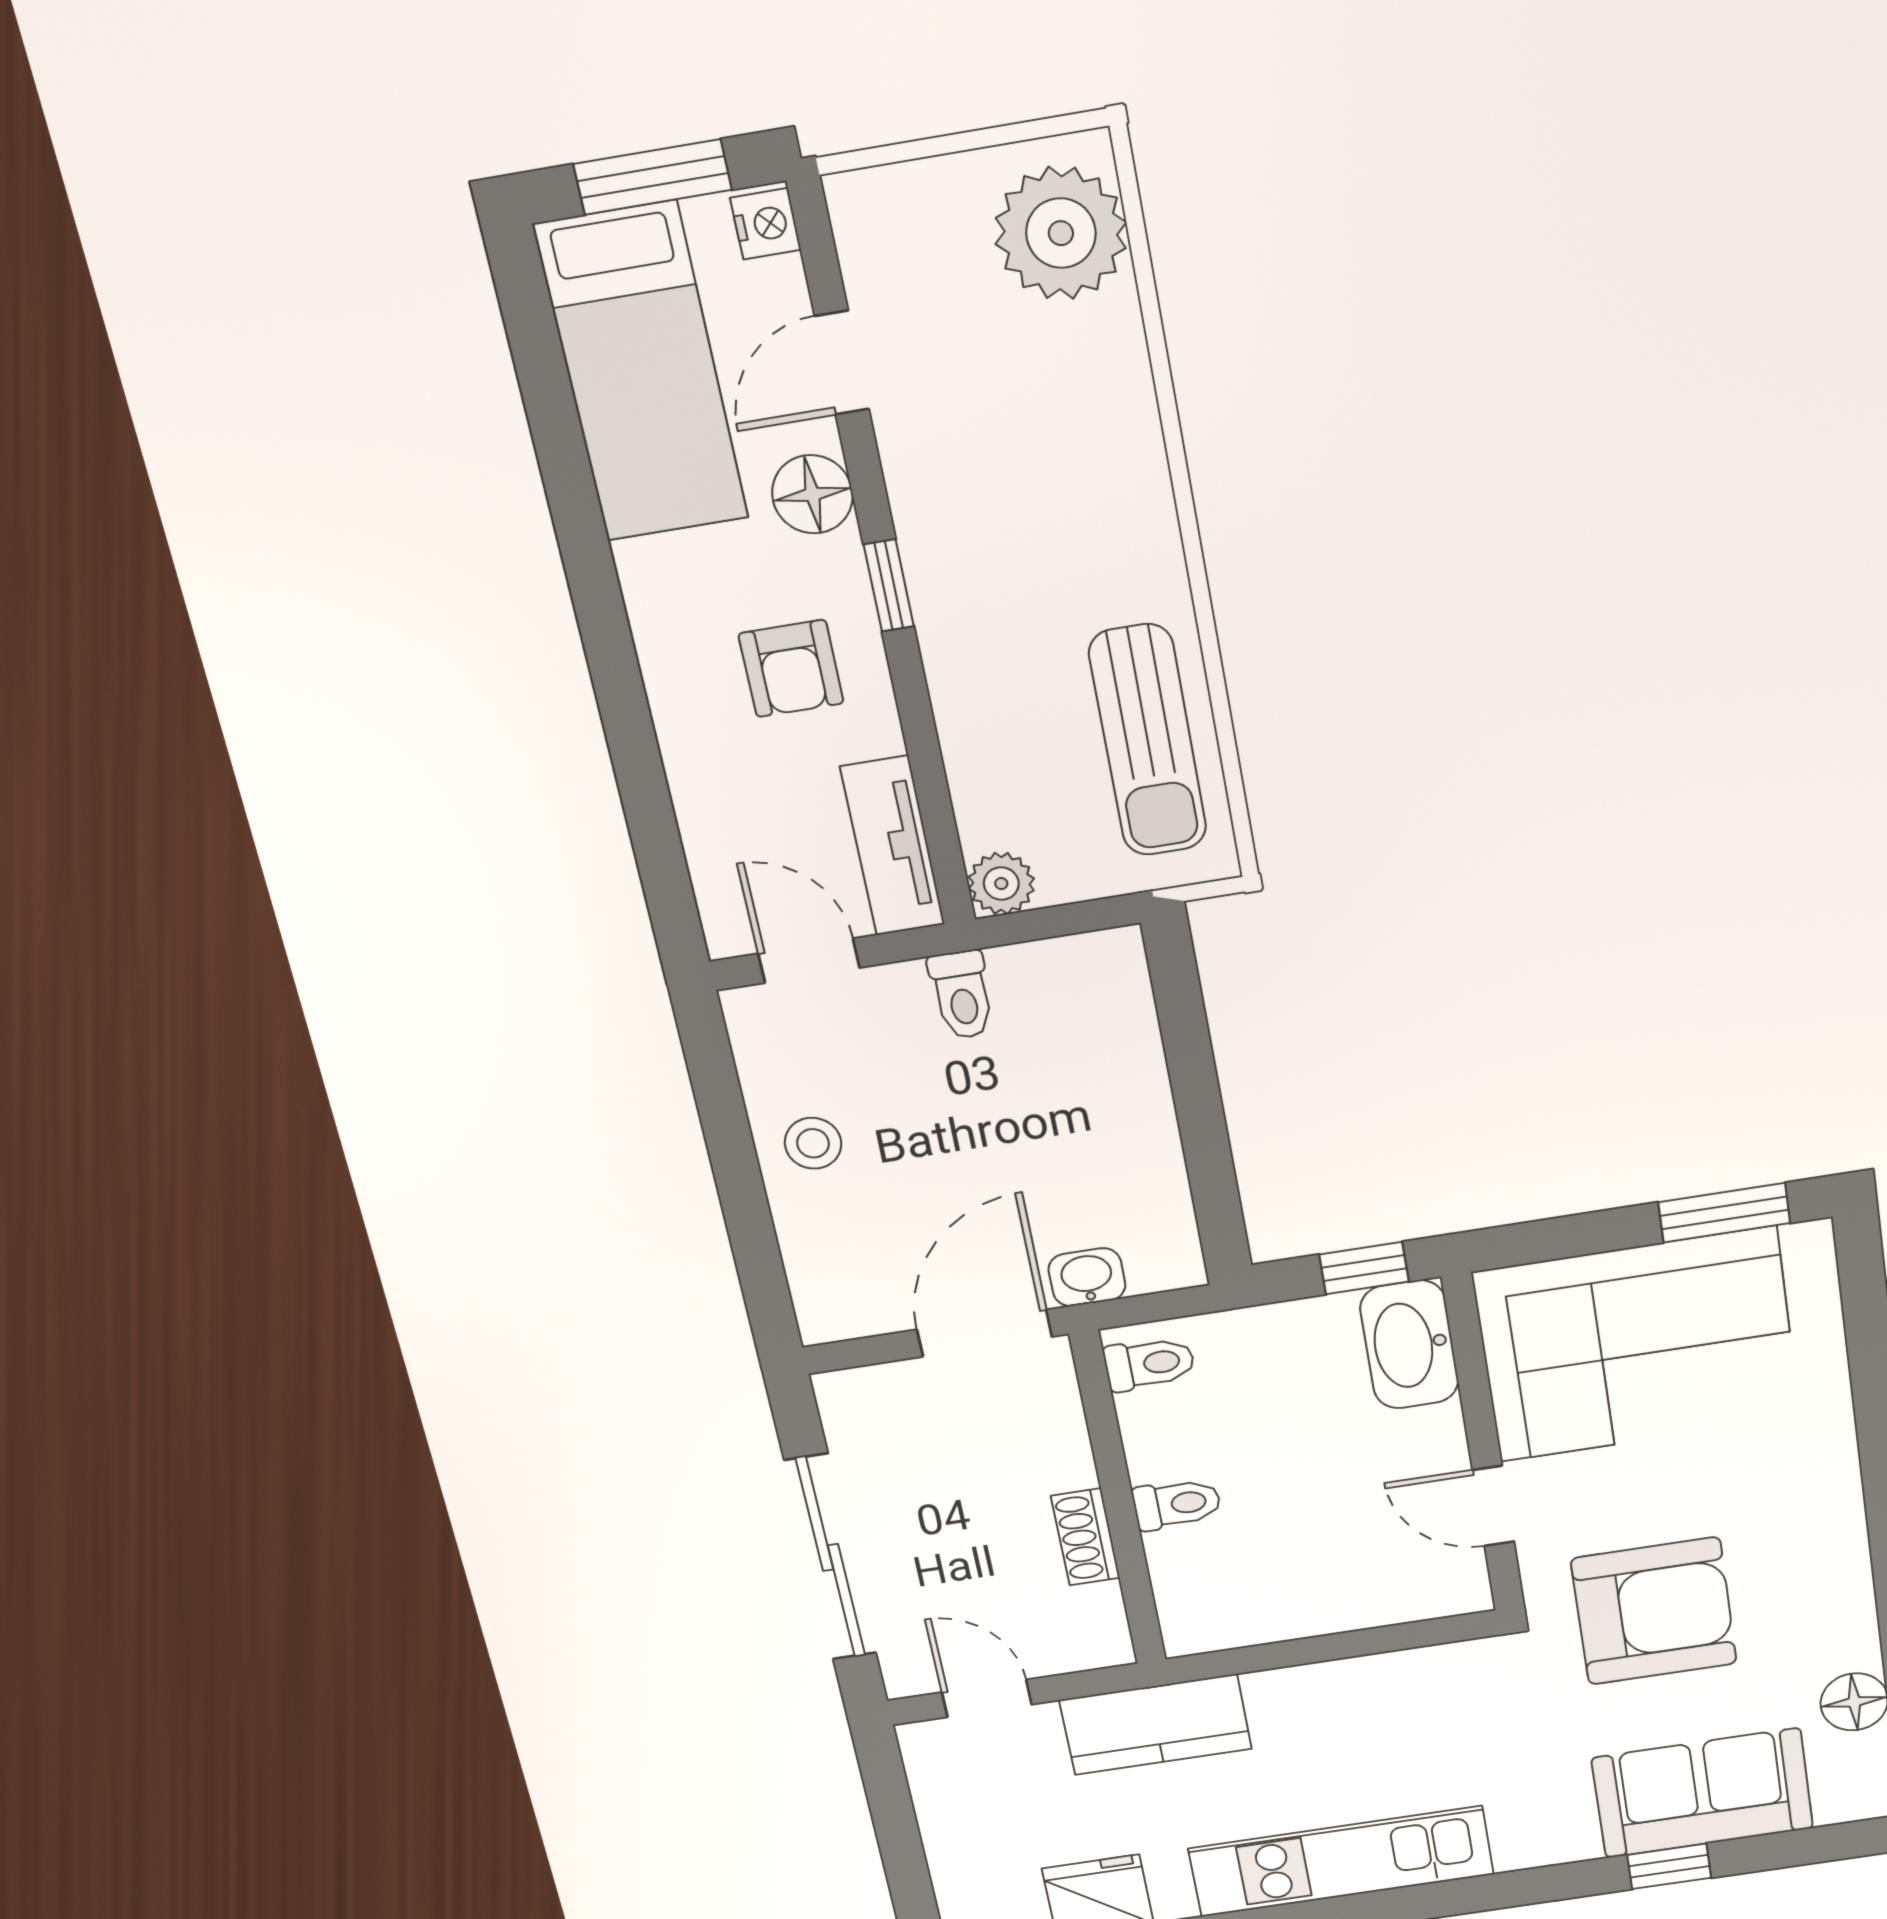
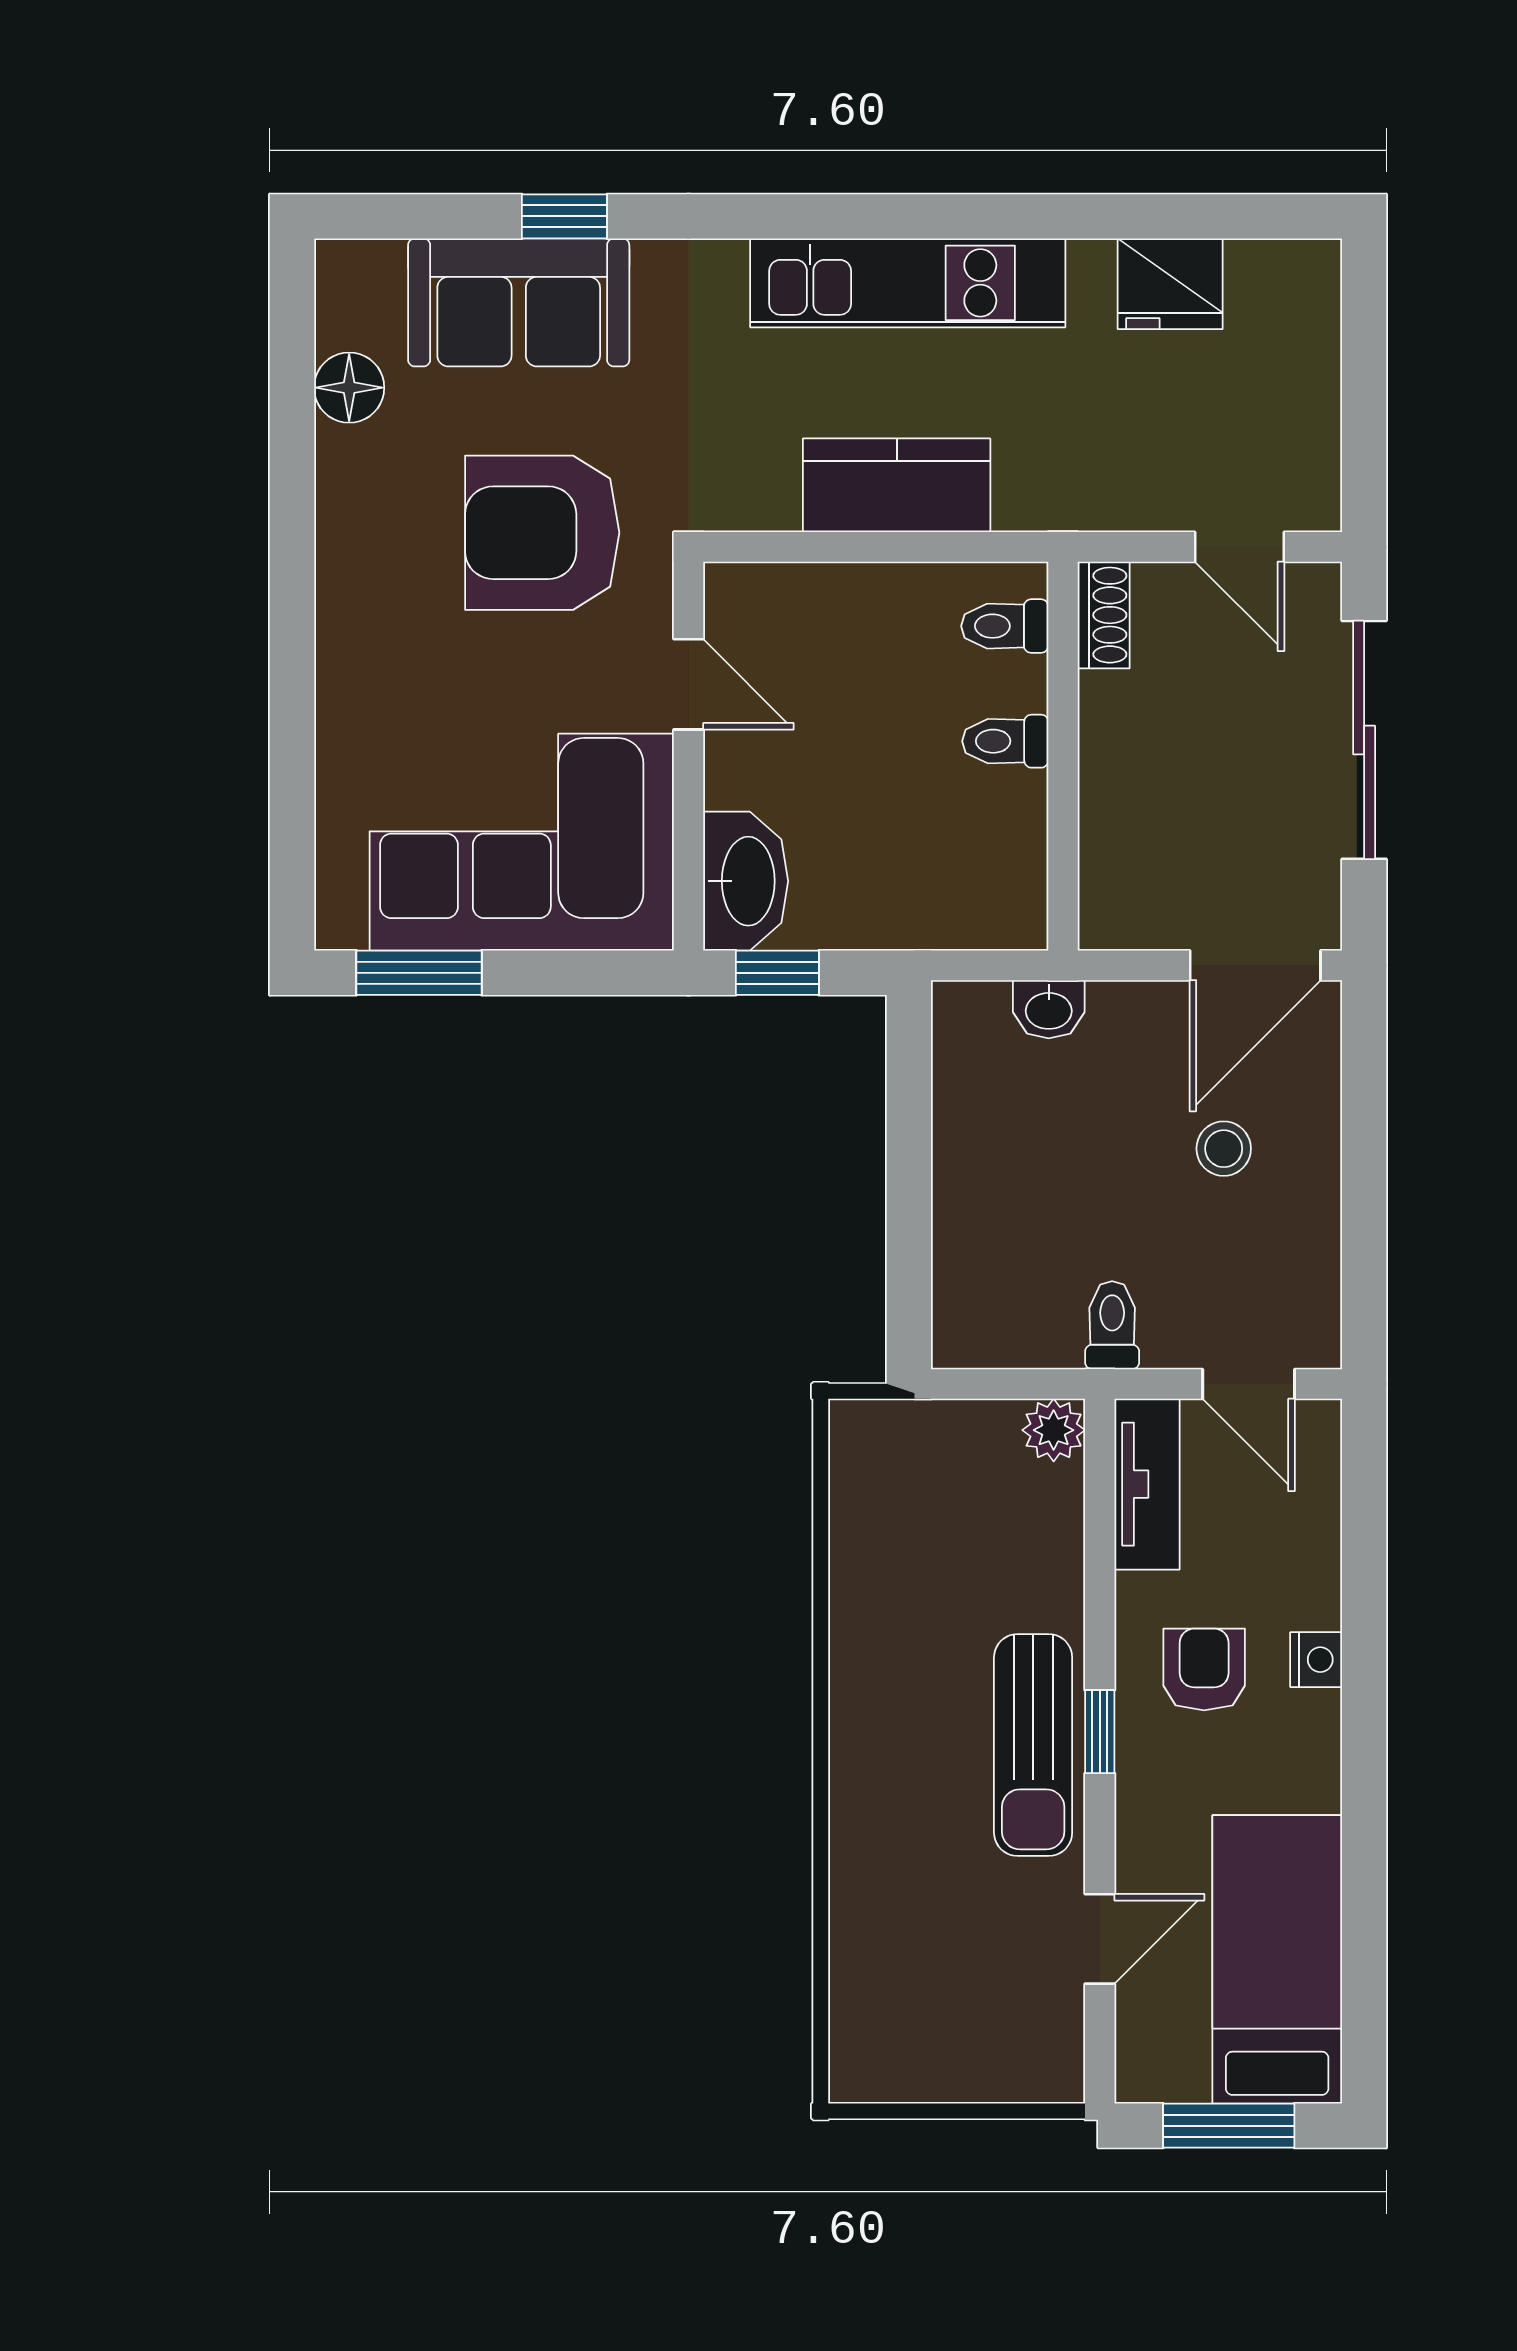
nightstand: (766, 224) -> (1316, 1660), moved, turned 180
plant: (1061, 233) -> (887, 2019), removed
floor lamp: (812, 494) -> (1151, 1826), removed
sun lounger: (1148, 740) -> (1033, 1745), moved, turned 180
stool: (813, 1143) -> (1224, 1149), moved
door: (984, 1333) -> (1255, 965), moved
toilet: (1150, 1364) -> (1005, 626), moved
shoe rack: (1085, 1537) -> (1104, 615), moved
kitchen counter: (1156, 1725) -> (897, 485), moved

